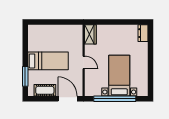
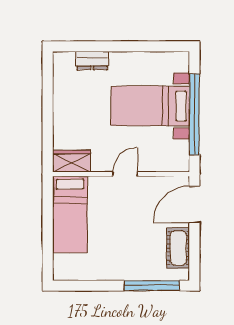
dresser: (143, 33) -> (92, 61), moved
bed: (48, 61) -> (70, 214), moved, turned 180
window: (25, 76) -> (152, 286), width x1.44

